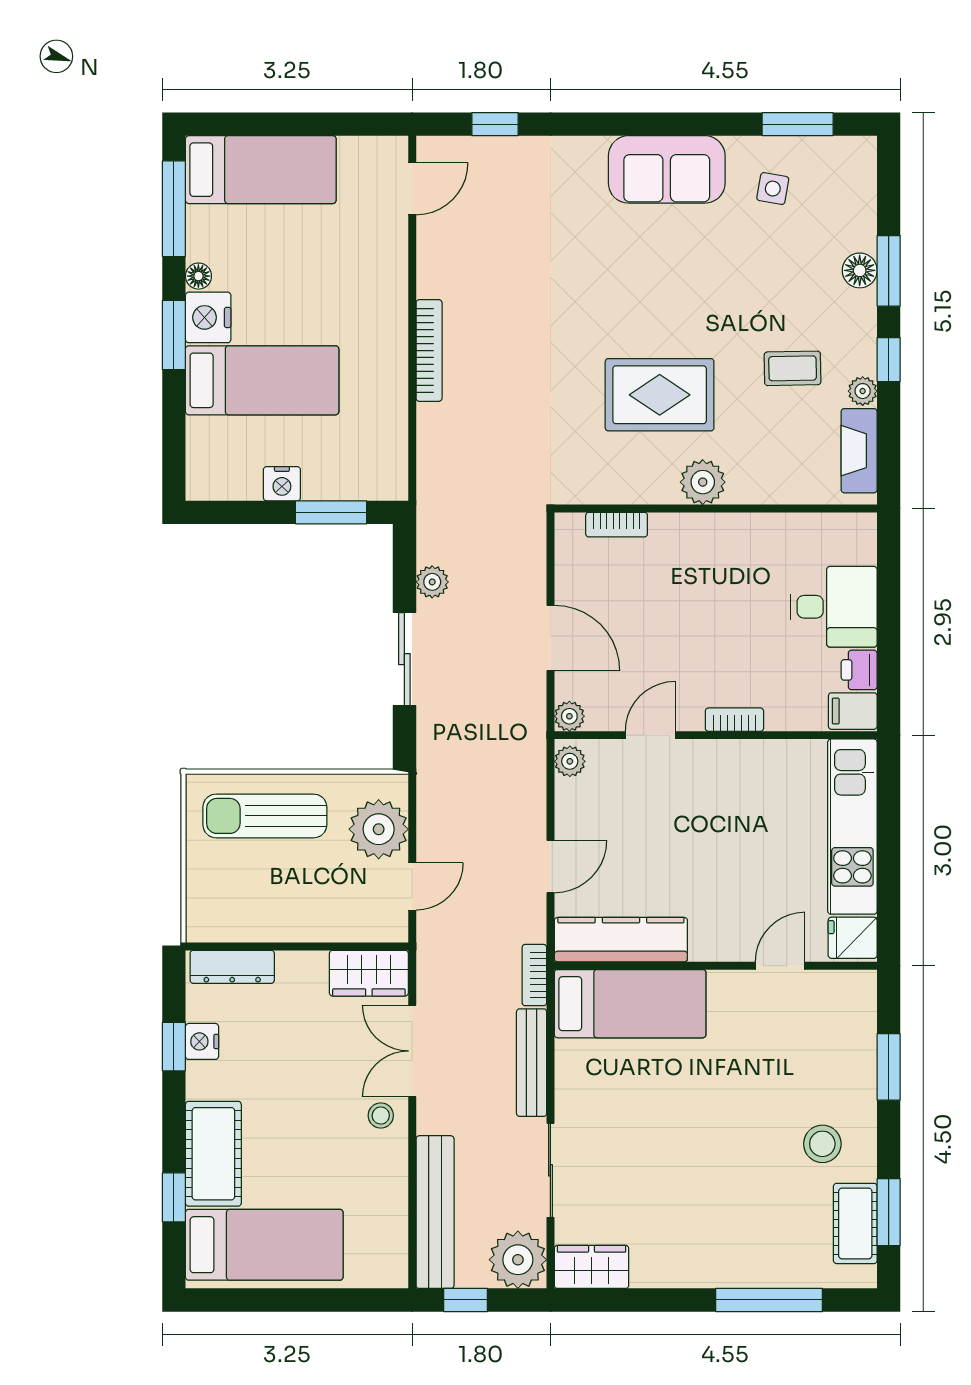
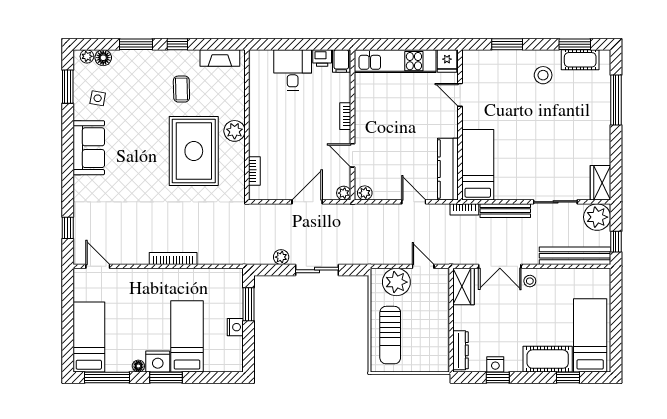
floor lamp: (860, 270) -> (103, 58), moved
plant: (863, 391) -> (87, 56), moved
rug: (660, 395) -> (194, 151), width x1.37, depth x1.44

